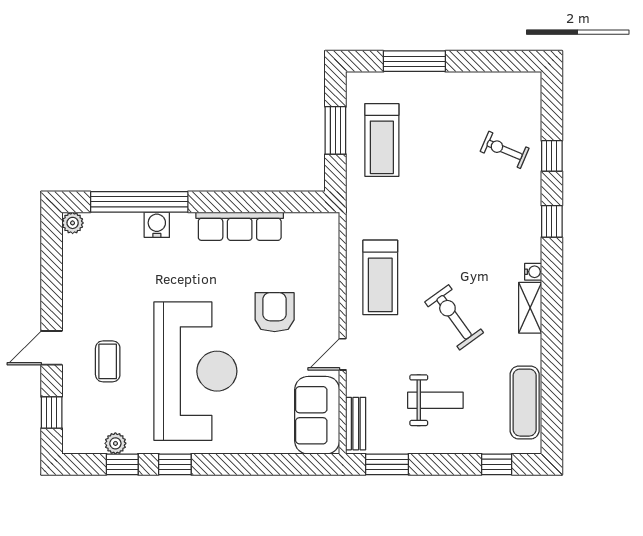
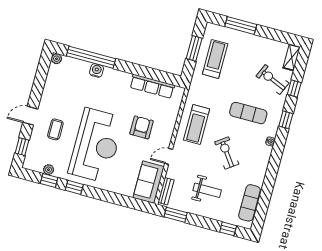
treadmill: (382, 140) -> (215, 59), turned 180
exercise bike: (505, 150) -> (272, 79), width x1.38, depth x1.39
row of seats: (240, 226) -> (152, 86), moved
exercise mat: (475, 228) -> (248, 113), added
shelving: (530, 308) -> (292, 57), moved

